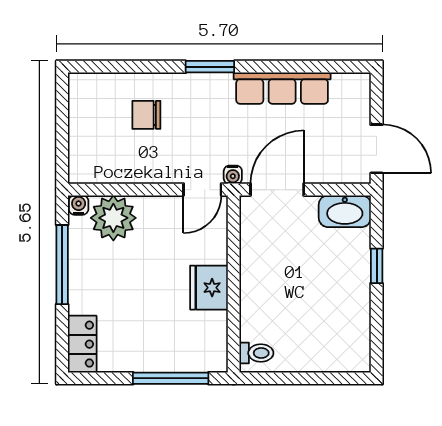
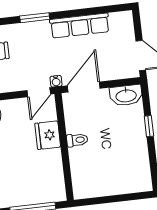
fridge: (209, 288) -> (48, 135), moved
toilet: (256, 353) -> (77, 140), moved

